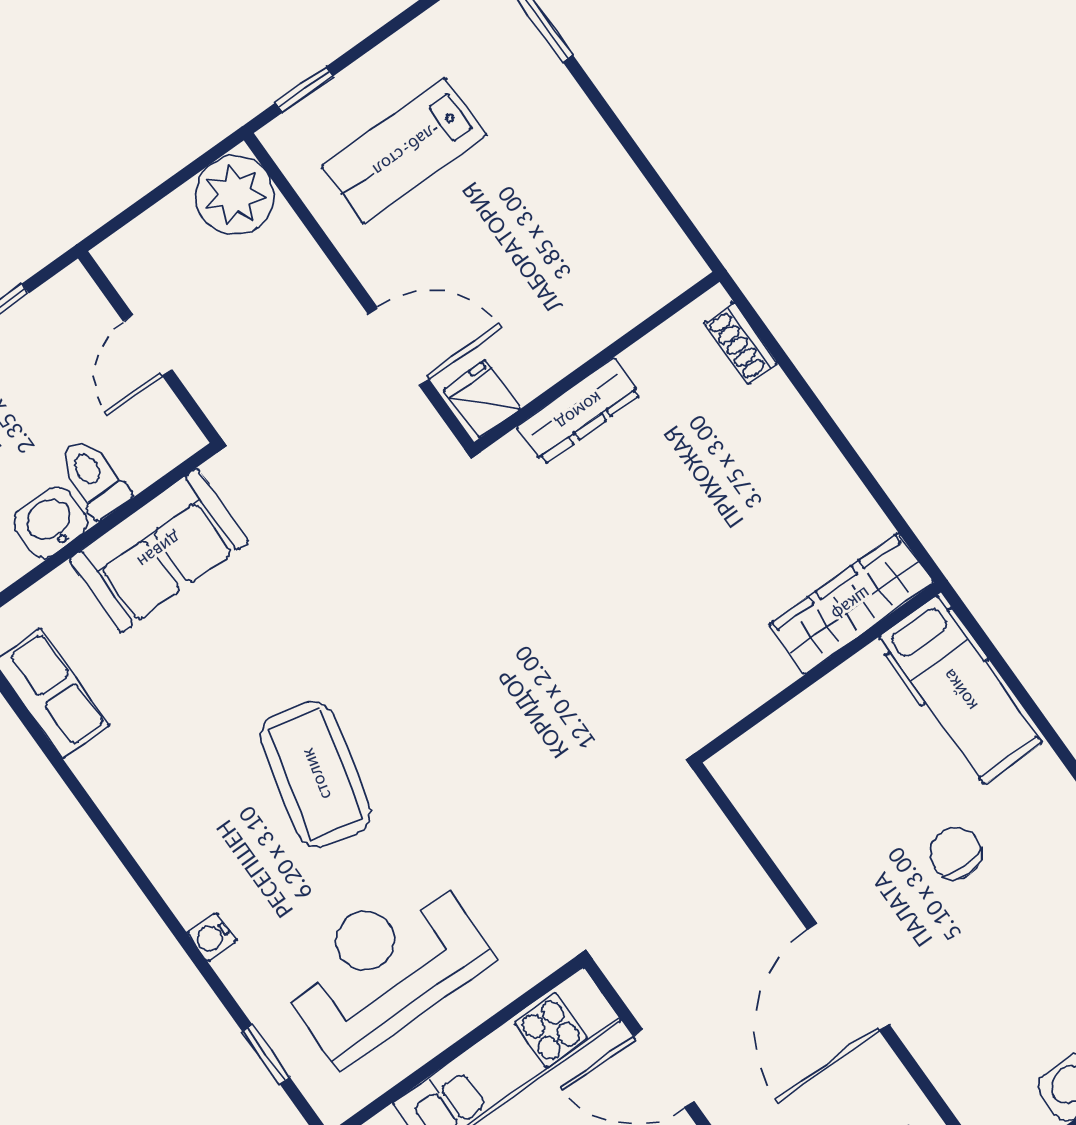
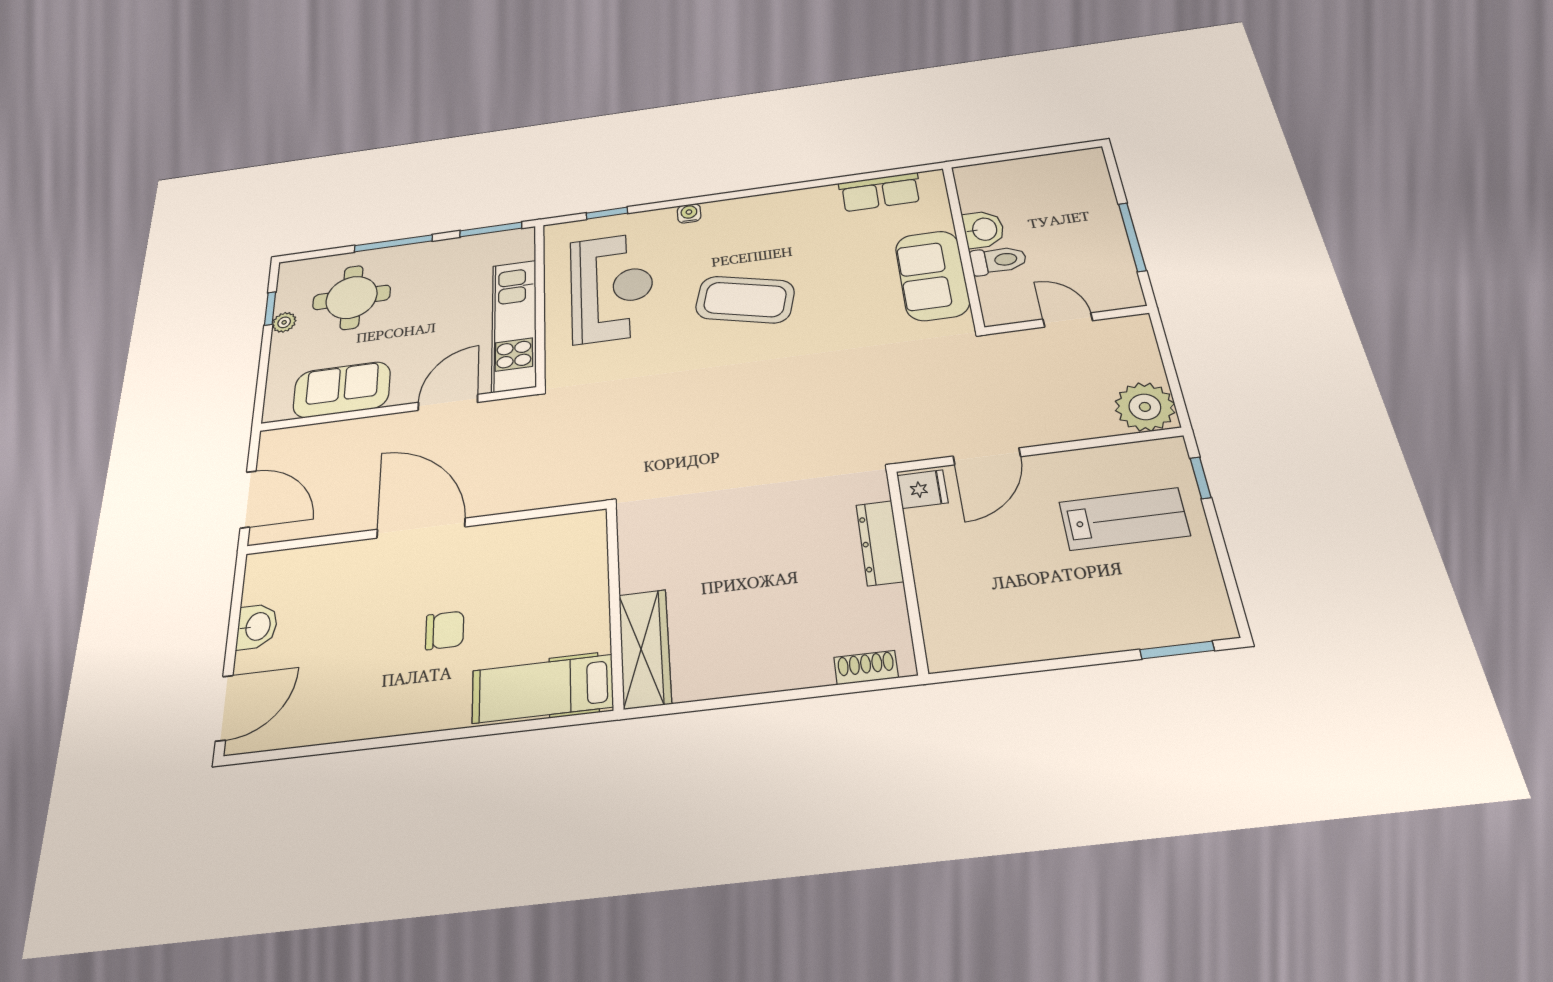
lab bench: (404, 151) -> (1124, 519), turned 90

